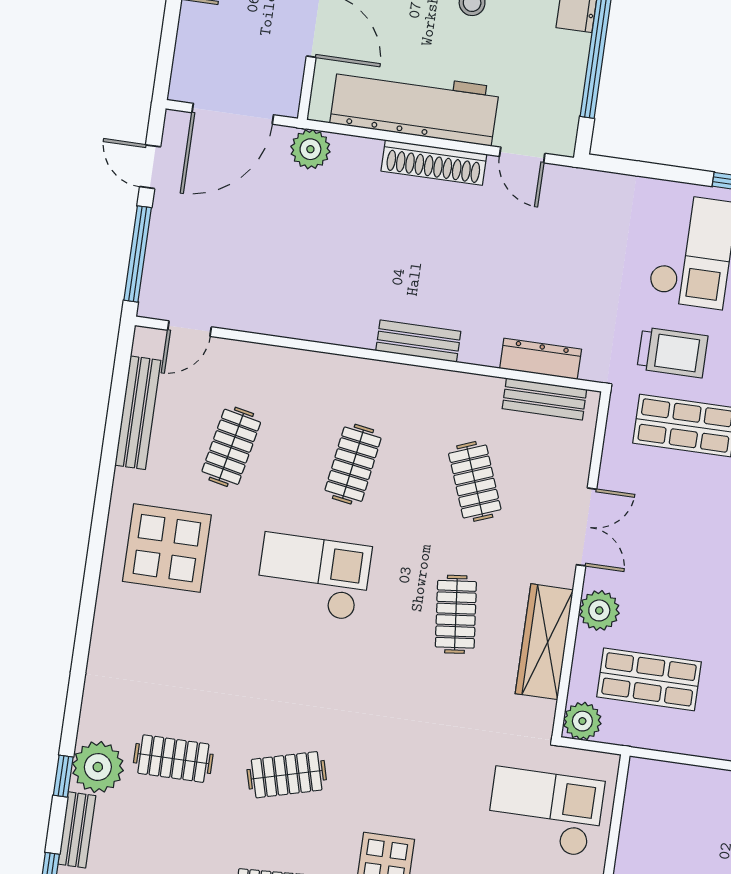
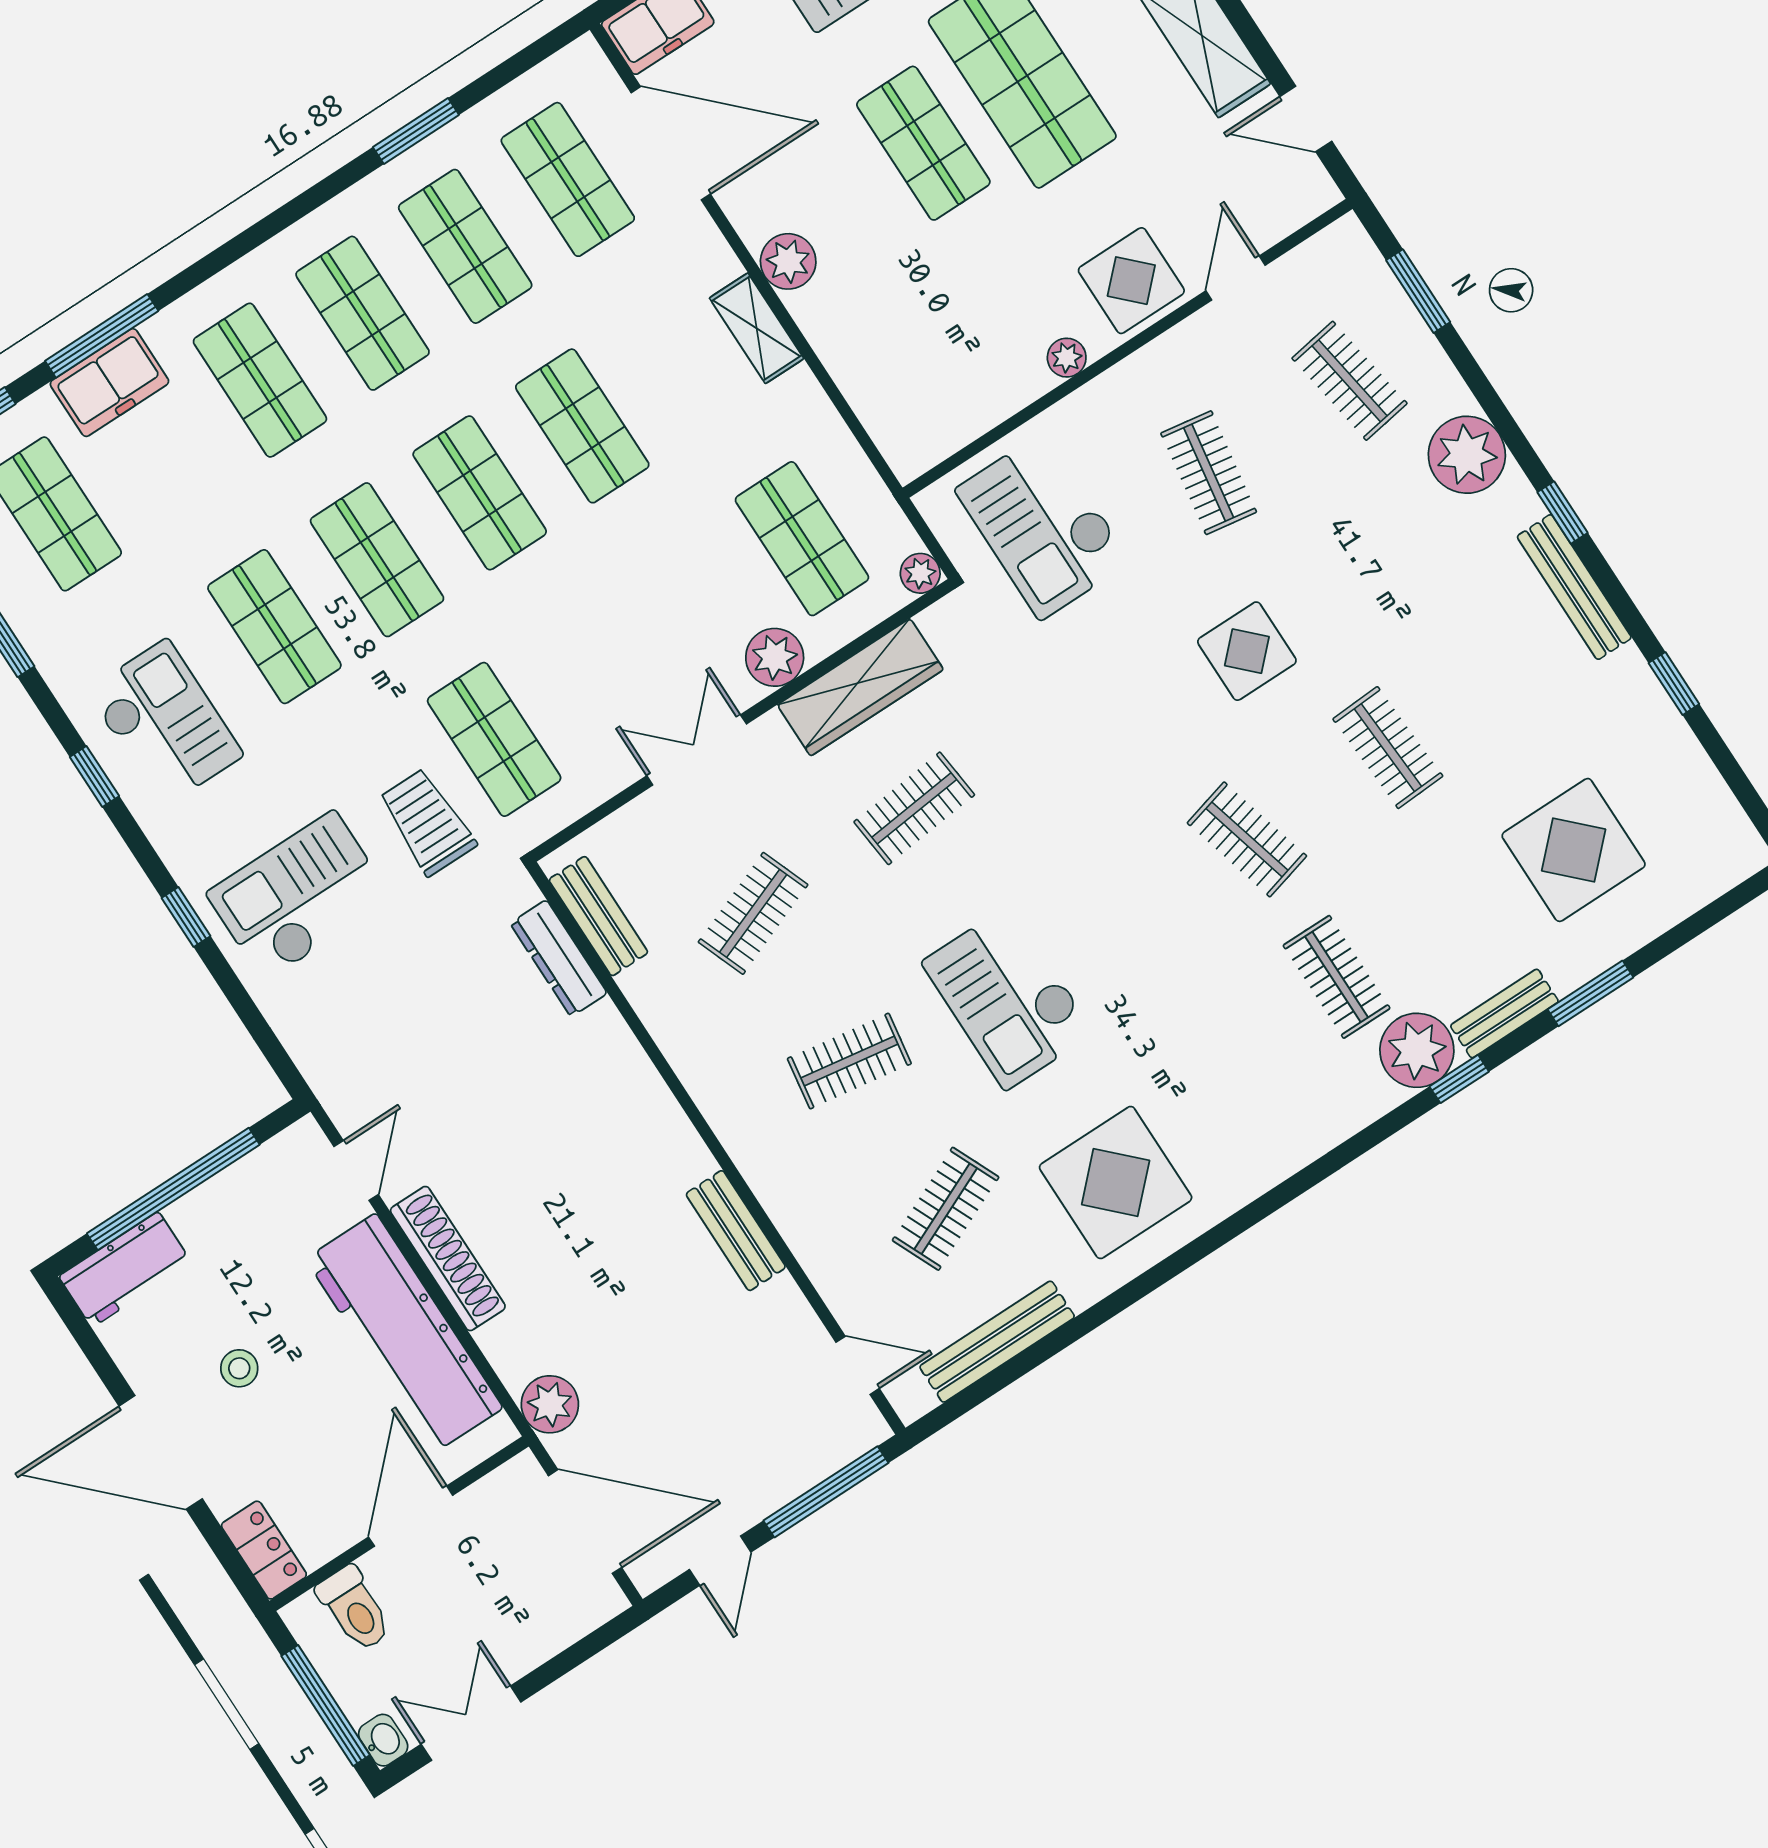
bench: (418, 341) -> (736, 1231), moved
clothes rail: (231, 447) -> (946, 1209), turned -36
plant: (582, 721) -> (920, 573), width x0.73, depth x0.73

